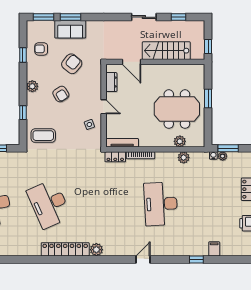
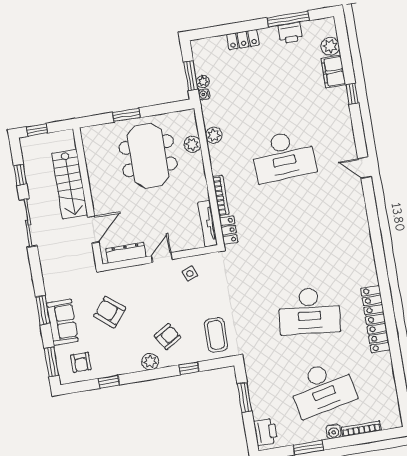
window: (71, 17) -> (43, 310), moved
sliding door: (144, 17) -> (28, 223), width x1.37
window: (208, 46) -> (37, 130), moved
armchair: (41, 49) -> (81, 362), moved
dresser: (111, 82) -> (126, 253), width x1.44
armchair: (61, 94) -> (168, 337), moved
desk: (49, 204) -> (309, 311), turned 30
locker: (65, 249) -> (375, 319), moved
filing cabinet: (214, 249) -> (333, 72), width x2.00
plant: (96, 250) -> (330, 46), moved

